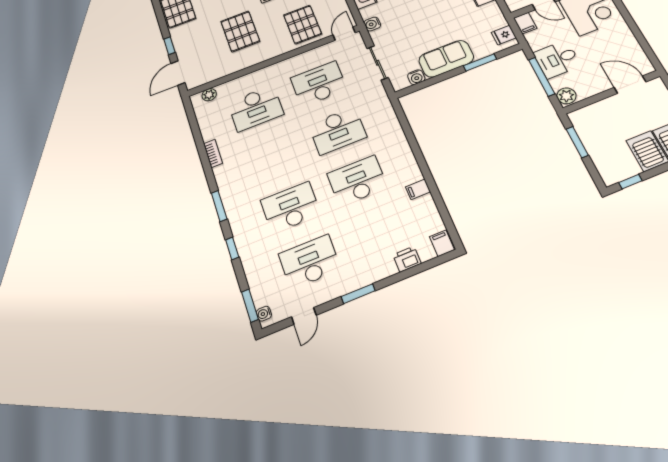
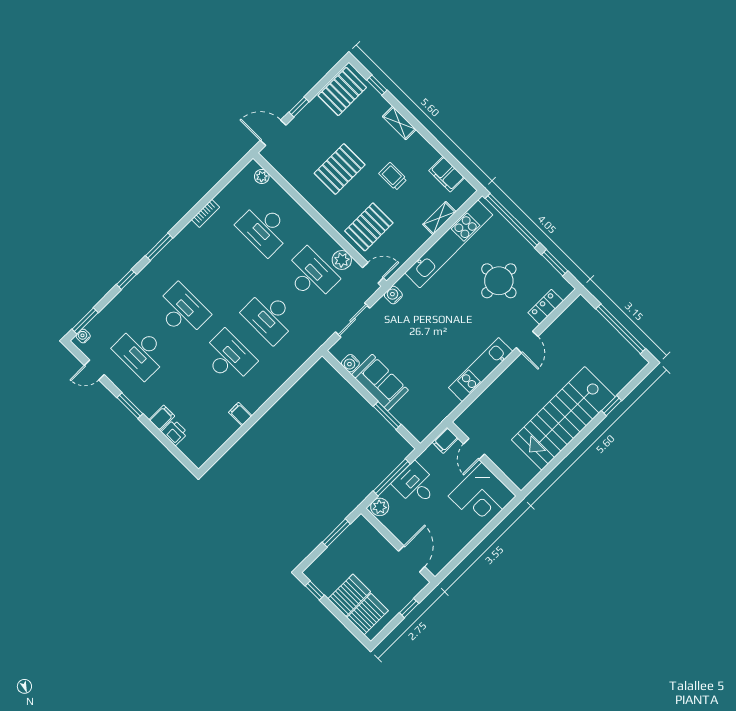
fridge: (504, 35) -> (425, 425), removed
plant: (319, 54) -> (342, 260), added
filing cabinet: (442, 243) -> (162, 418), moved
desk: (310, 262) -> (141, 352), turned 180

